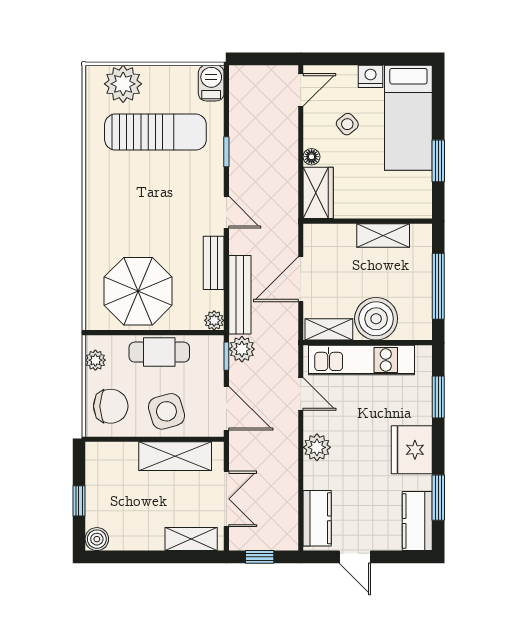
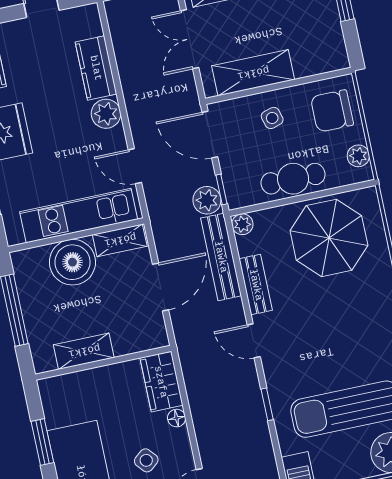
side table: (166, 411) -> (272, 118), width x0.54, depth x0.54
kitchen counter: (317, 518) -> (96, 68), moved

